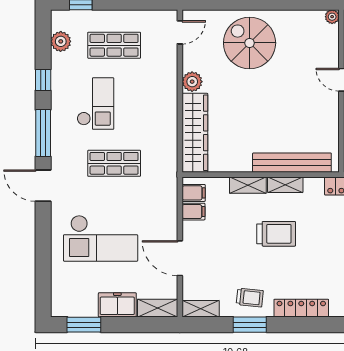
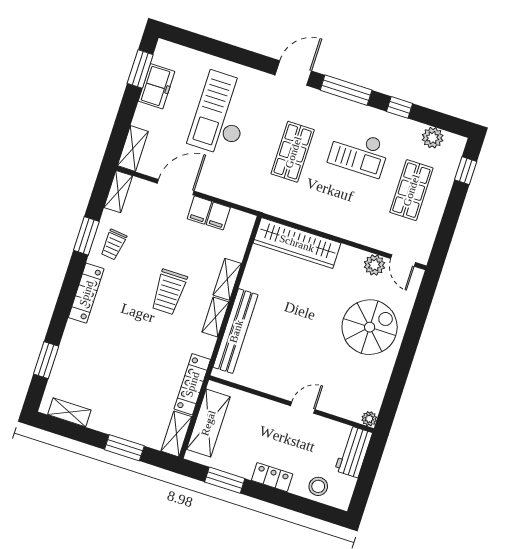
plant: (192, 82) -> (374, 265), moved
filing cabinet: (194, 193) -> (199, 210), moved
freezer: (117, 305) -> (157, 86), moved

